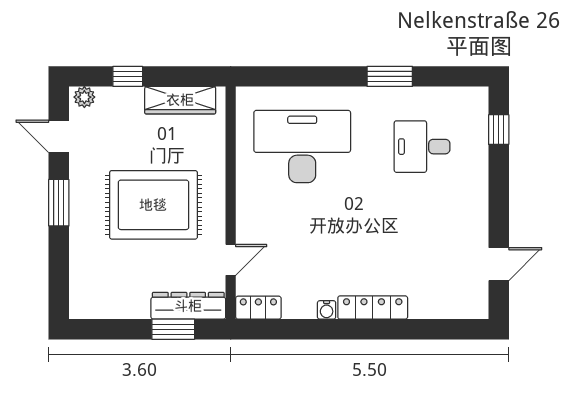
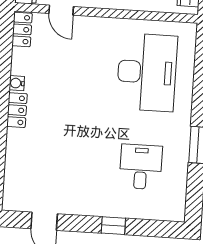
window: (499, 130) -> (113, 226), moved
locker: (373, 308) -> (17, 110), width x0.66

